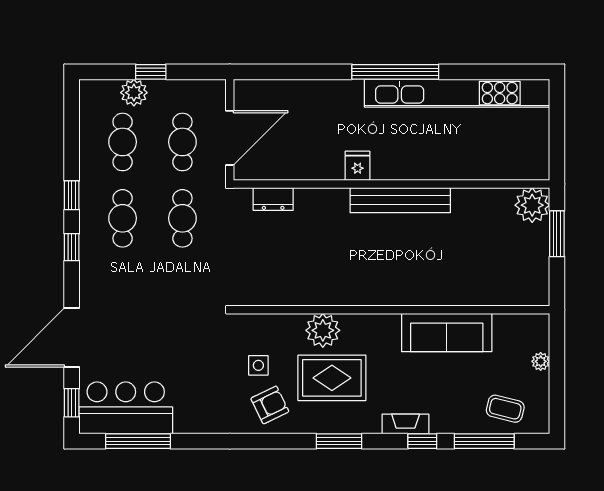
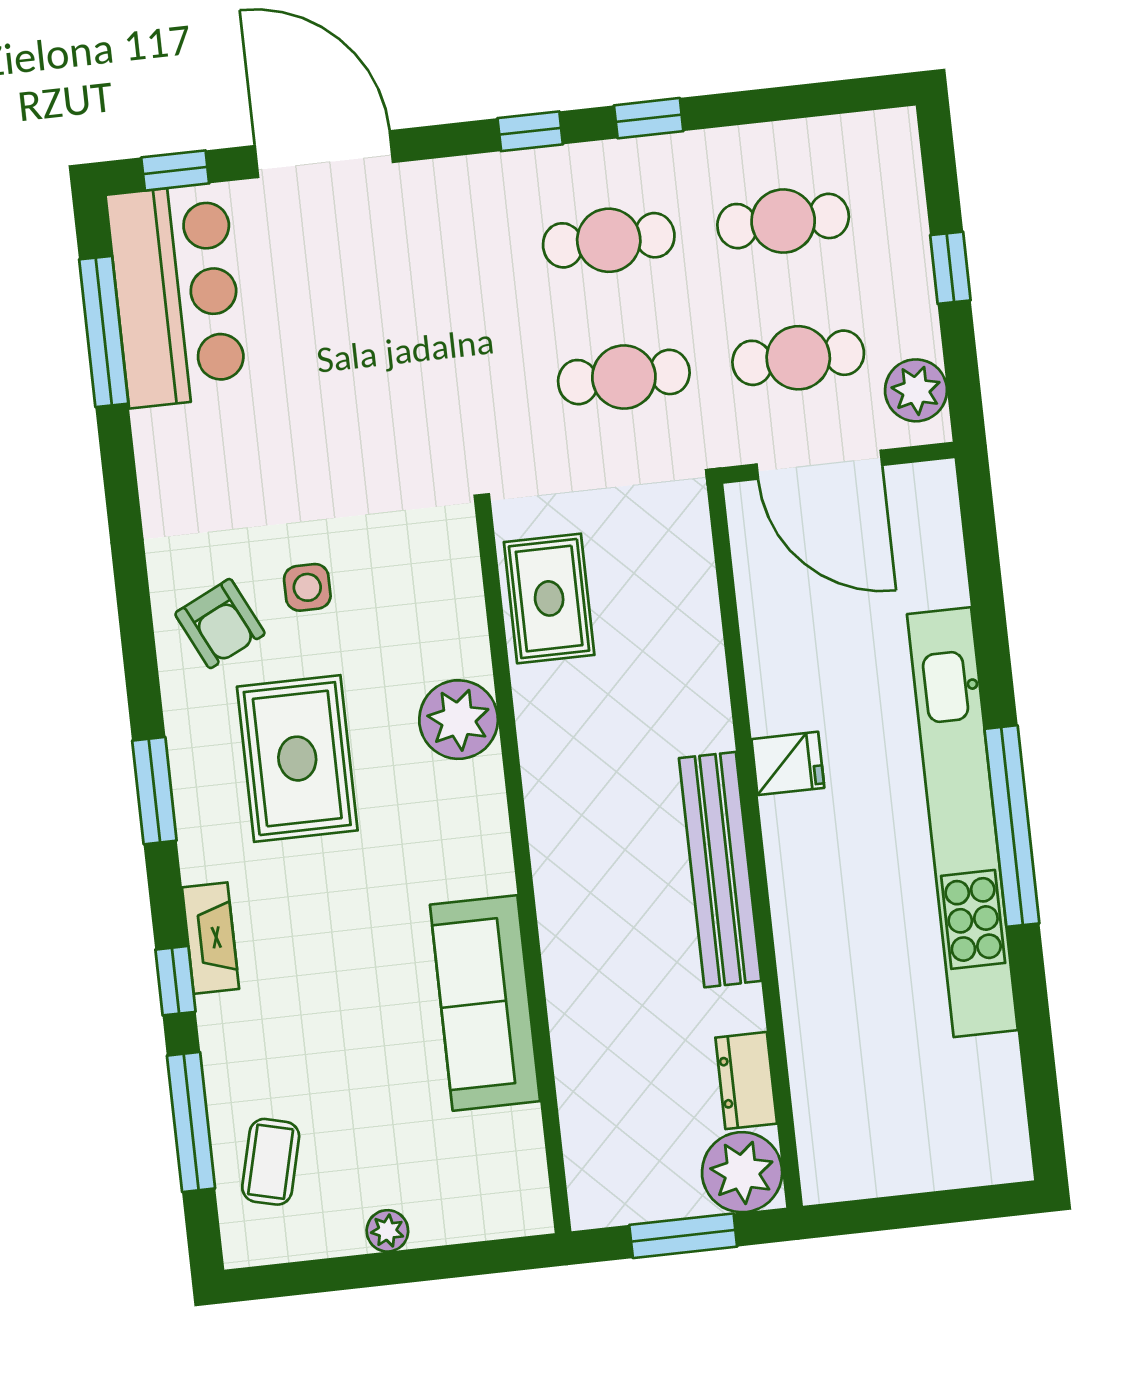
plant: (134, 93) -> (916, 390), moved
kitchen unit: (457, 93) -> (962, 822), moved
dresser: (273, 199) -> (746, 1081), moved
rug: (275, 261) -> (549, 598), added
wall: (392, 310) -> (523, 871), moved
plant: (323, 330) -> (459, 720), moved
sofa: (447, 332) -> (485, 1003), moved

